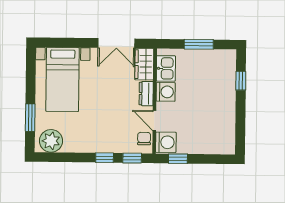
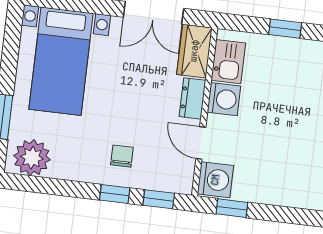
window: (199, 44) -> (285, 29), width x0.67
chair: (144, 139) -> (122, 156), moved

